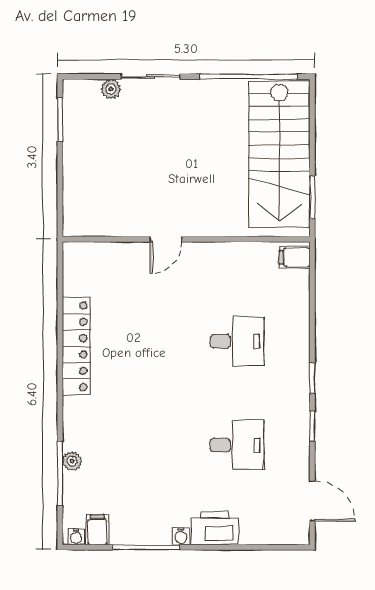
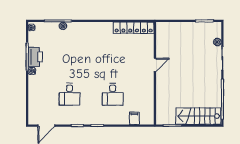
stairs: (279, 154) -> (198, 116), width x0.73, depth x0.66
door: (166, 239) -> (155, 65), swing flipped
filing cabinet: (295, 257) -> (134, 118), moved
locker: (76, 346) -> (134, 28), moved
printer: (215, 528) -> (35, 57), moved
filing cabinet: (97, 530) -> (34, 36), removed

